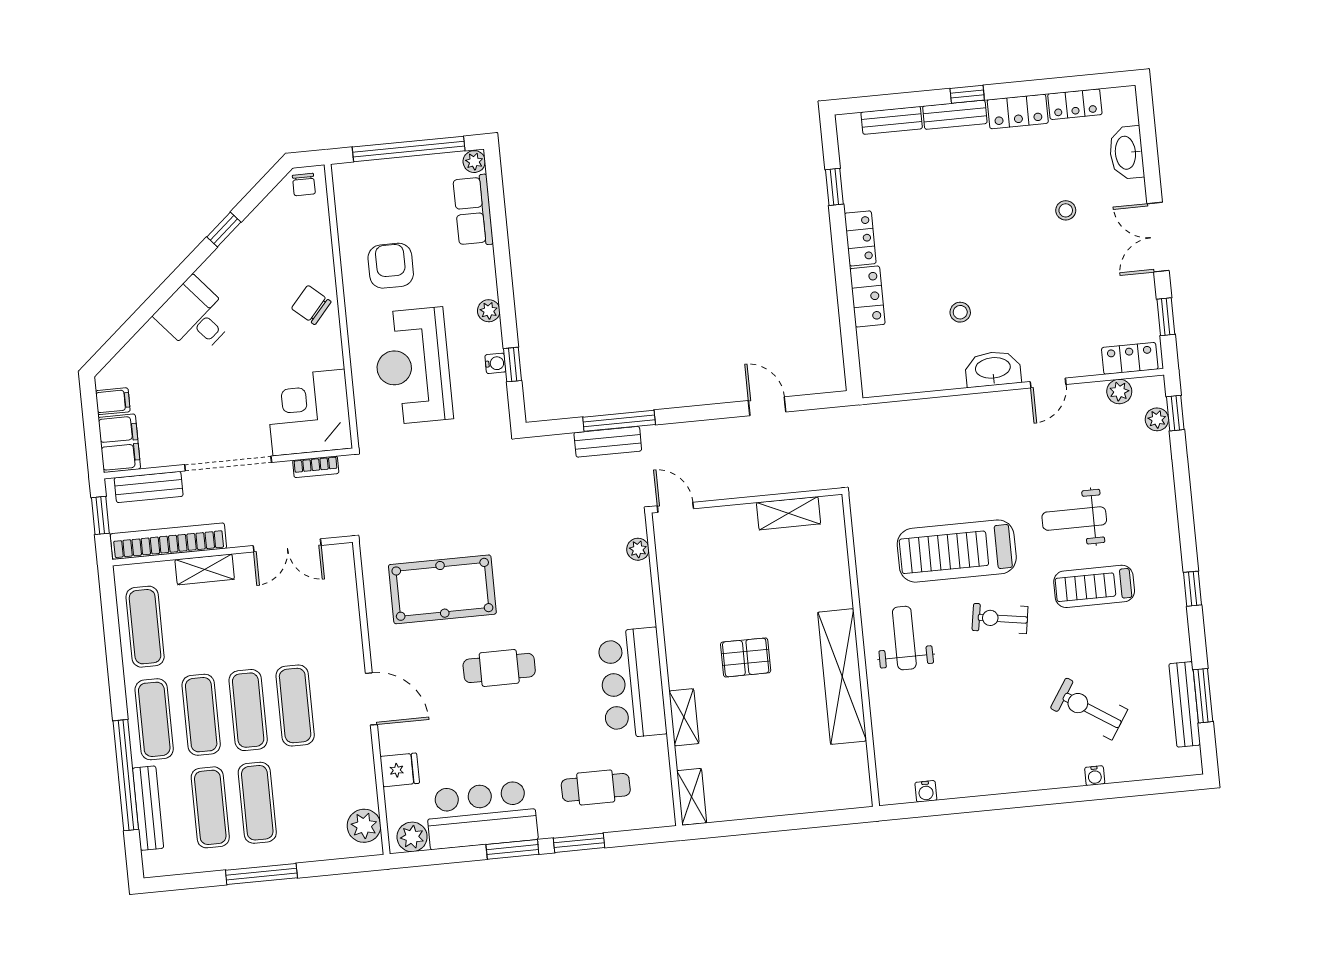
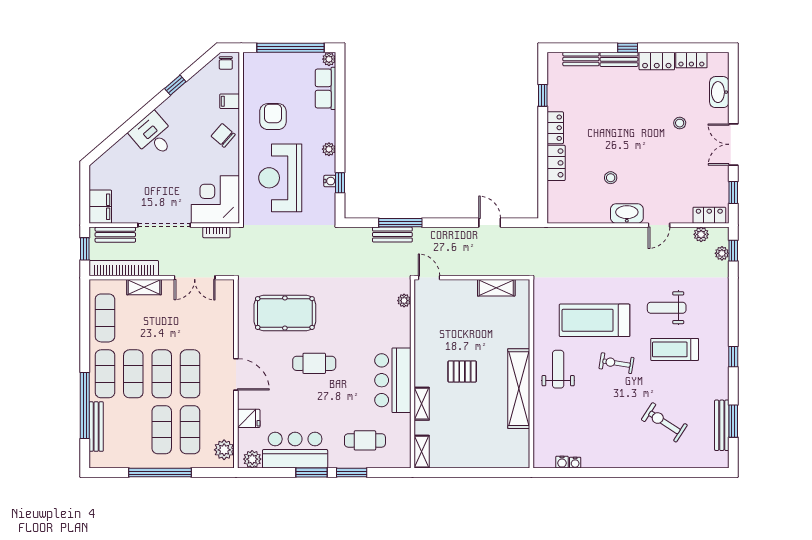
filing cabinet: (113, 401) -> (230, 101), moved, turned 180
water cooler: (1095, 776) -> (575, 463), moved
exercise mat: (210, 807) -> (190, 430), moved
window: (261, 874) -> (160, 473), width x1.46

